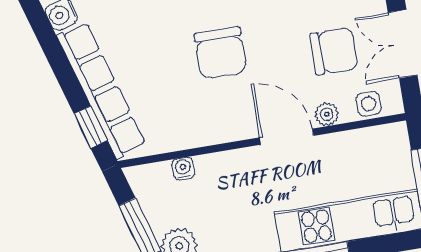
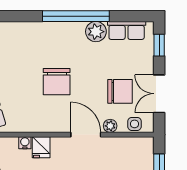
fridge: (213, 172) -> (41, 147), added

